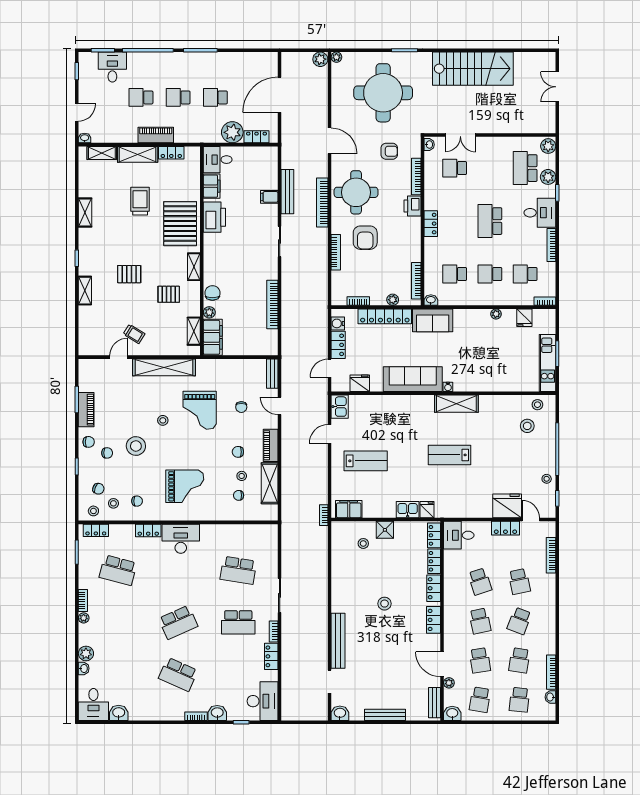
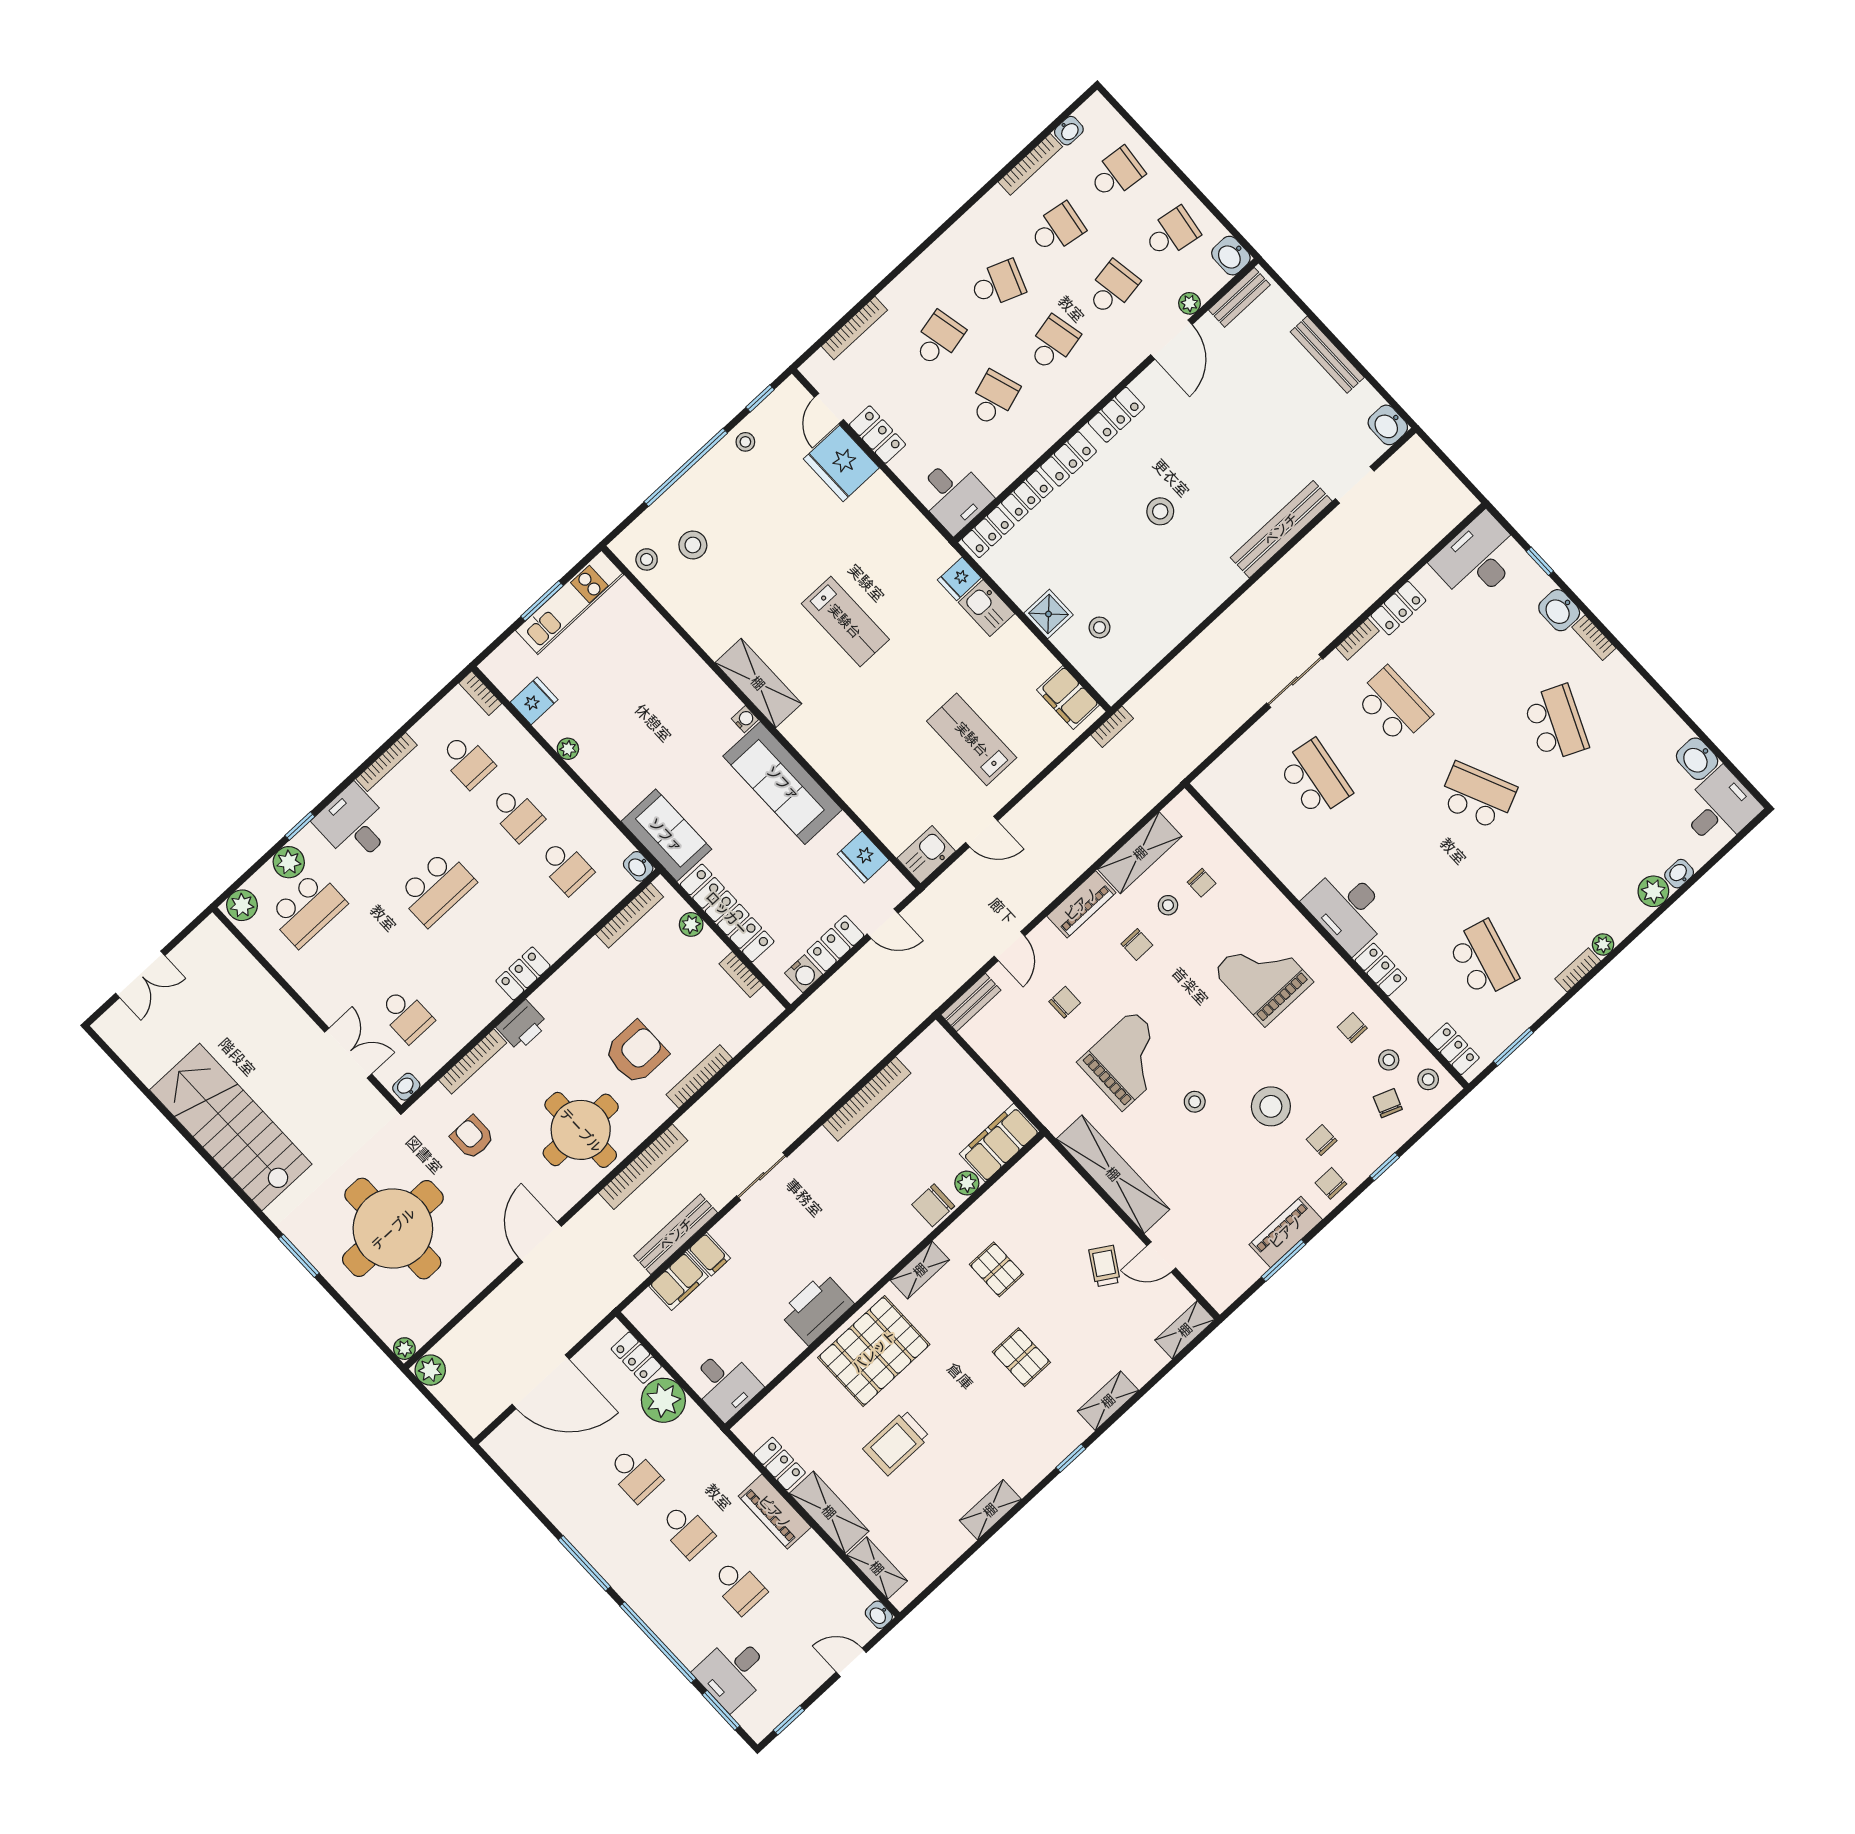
filing cabinet: (212, 186) -> (679, 1281), moved, turned 180
shelving: (194, 331) -> (1185, 1330), moved

